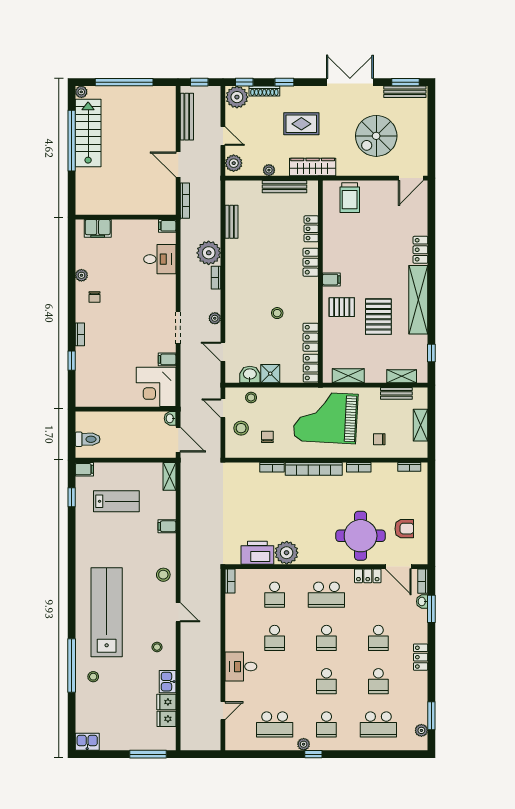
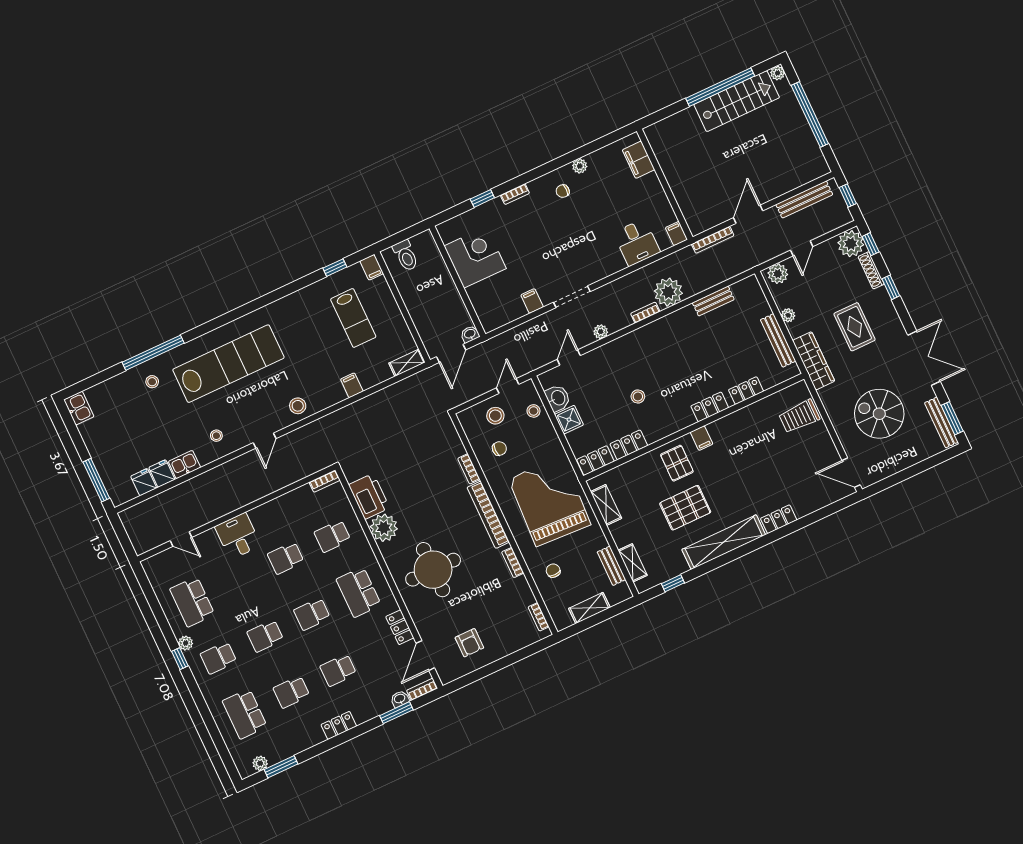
corner desk: (156, 387) -> (475, 257), moved, turned 90
round table: (361, 536) -> (433, 570), moved

